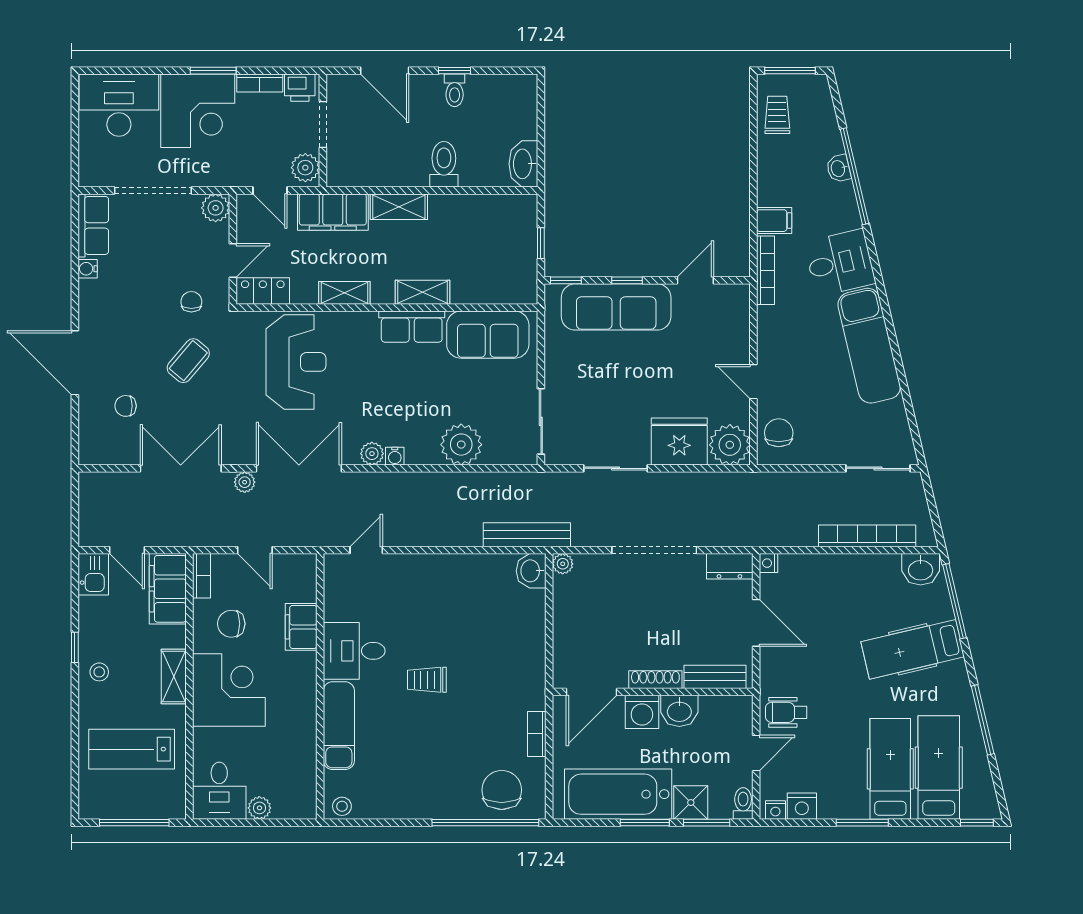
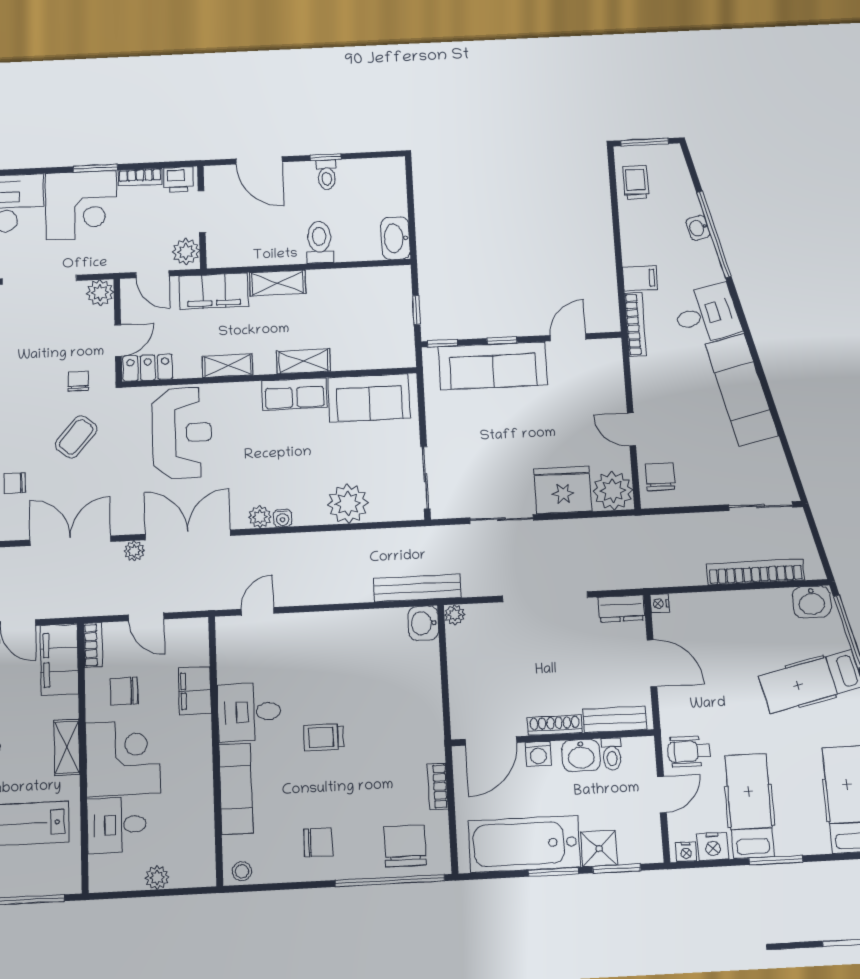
washing machine: (642, 712) -> (538, 754), width x0.73, depth x0.73
hospital bed: (890, 769) -> (750, 806), moved
chair: (417, 782) -> (318, 842), added
desk: (219, 791) -> (117, 825), moved, turned 90
toilet: (743, 804) -> (612, 754), moved, turned 180

